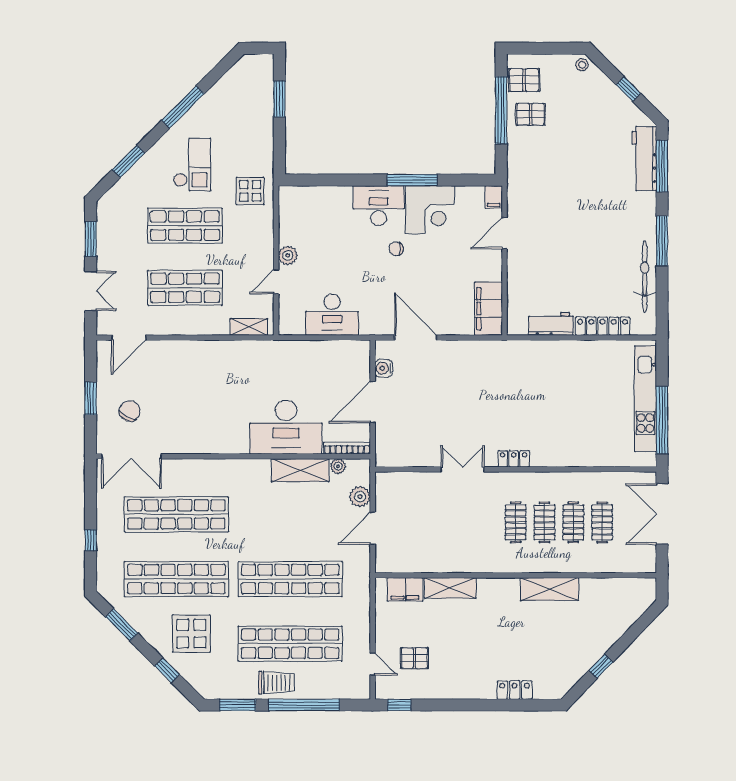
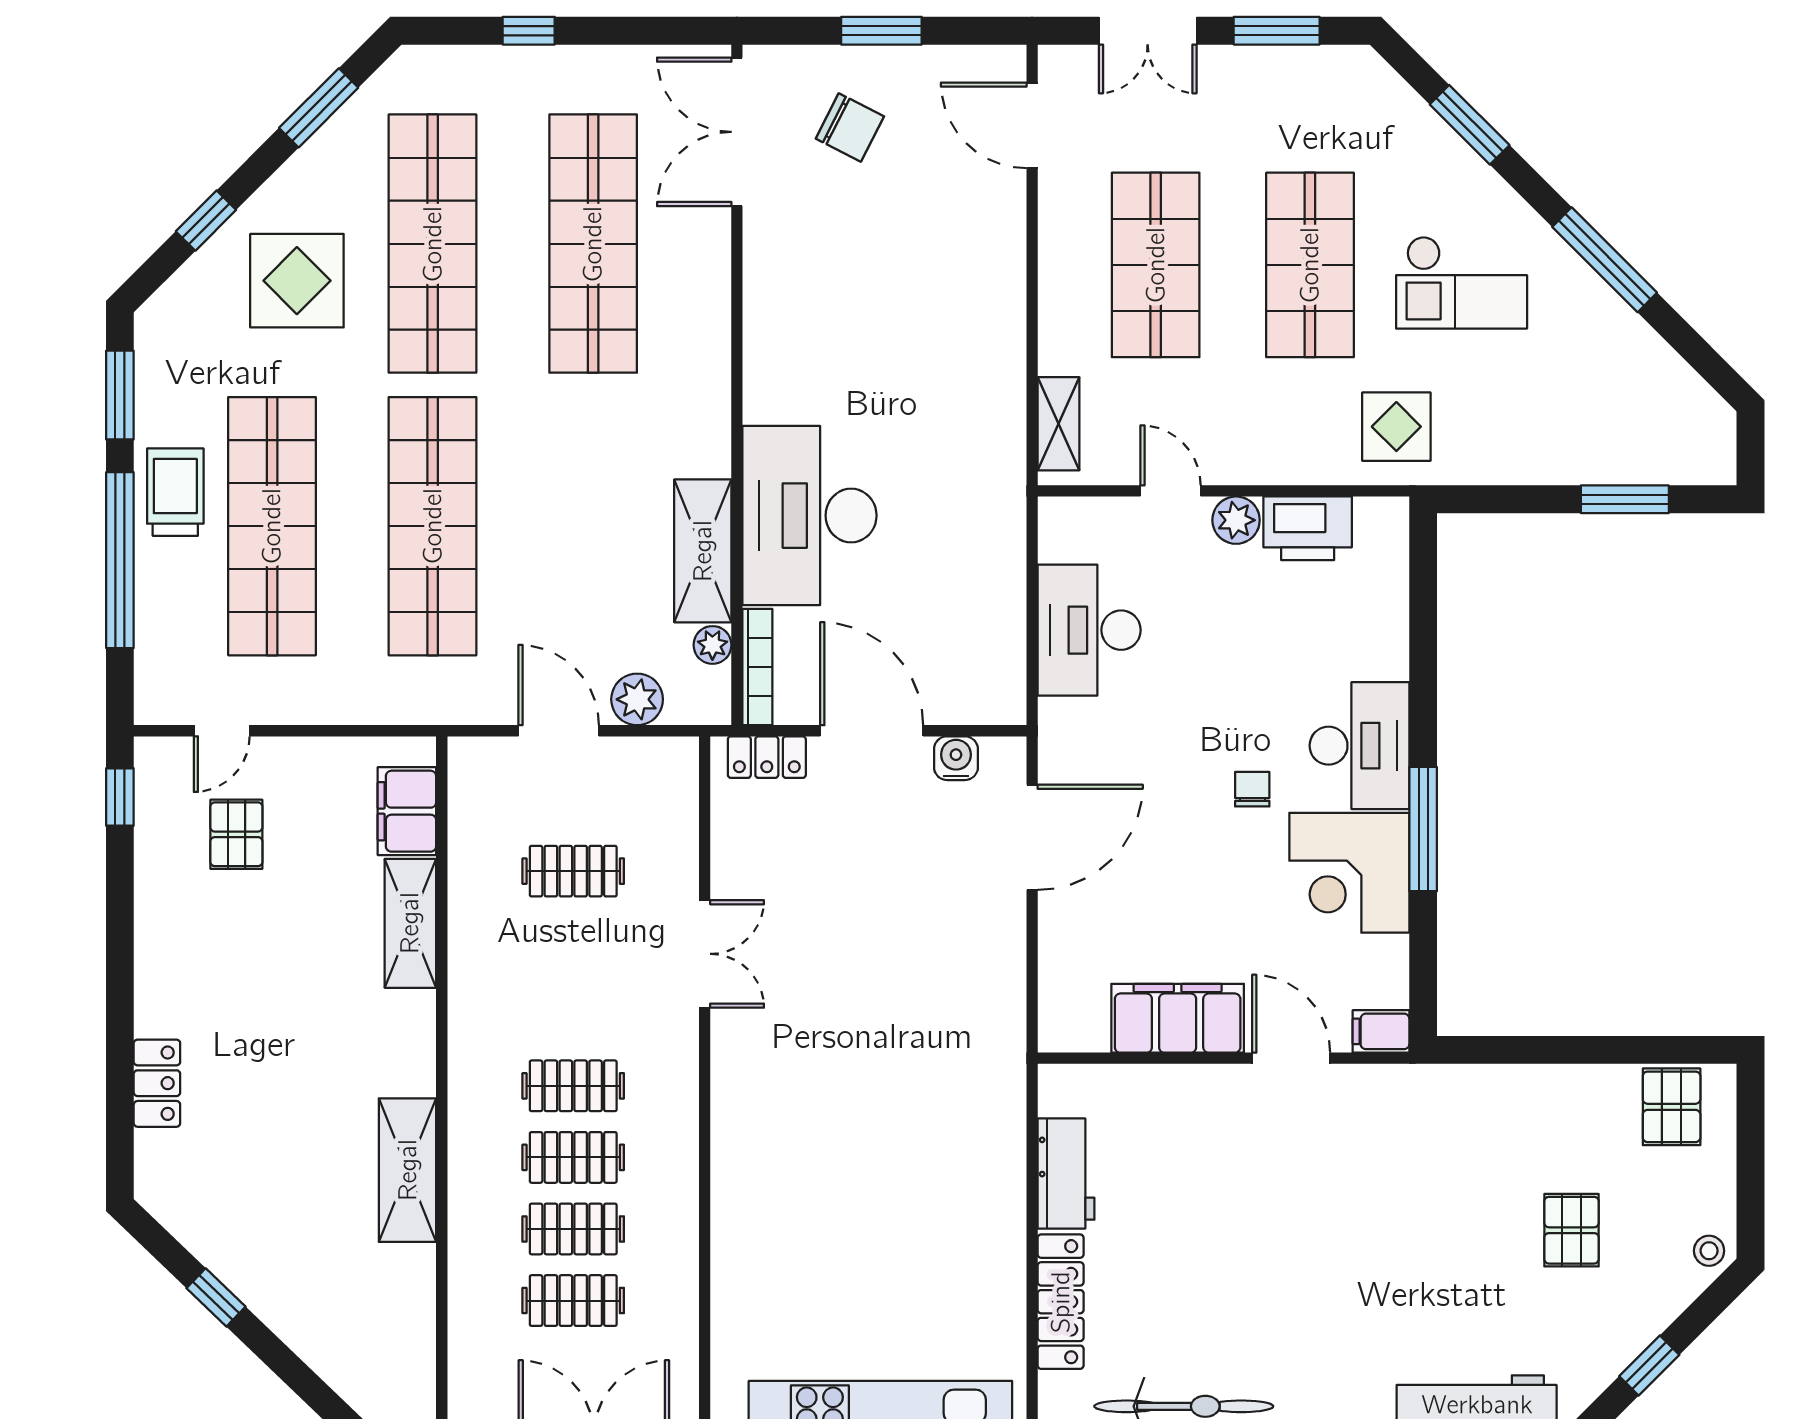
window: (501, 110) -> (1596, 1050), removed
pallet: (531, 114) -> (1572, 1230), moved
printer: (291, 227) -> (1308, 528), added
filing cabinet: (488, 309) -> (1178, 1018), moved
locker: (514, 459) -> (767, 757), moved, turned 90
clothes rail: (429, 522) -> (573, 871), added
trolley: (277, 683) -> (175, 492), turned 180

